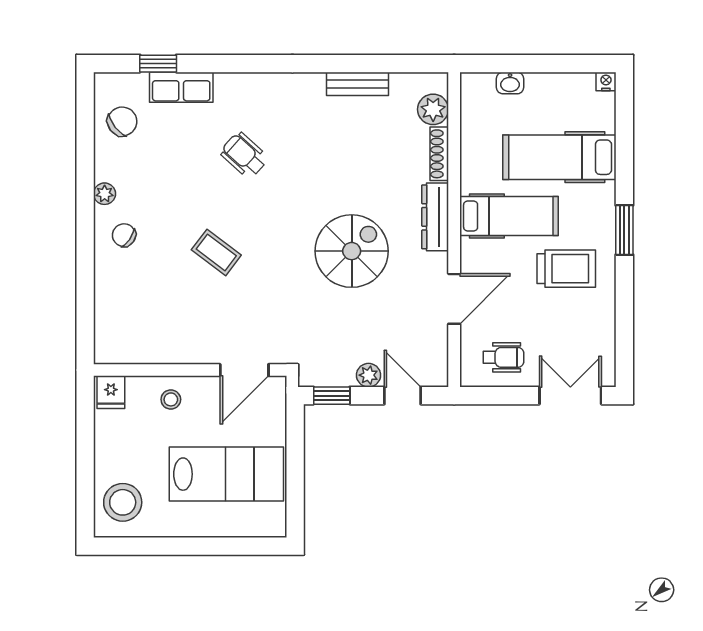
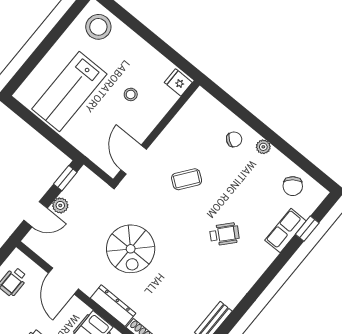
wall: (190, 370) -> (156, 132), moved
door: (244, 370) -> (134, 160), moved
fridge: (111, 392) -> (178, 82), moved

